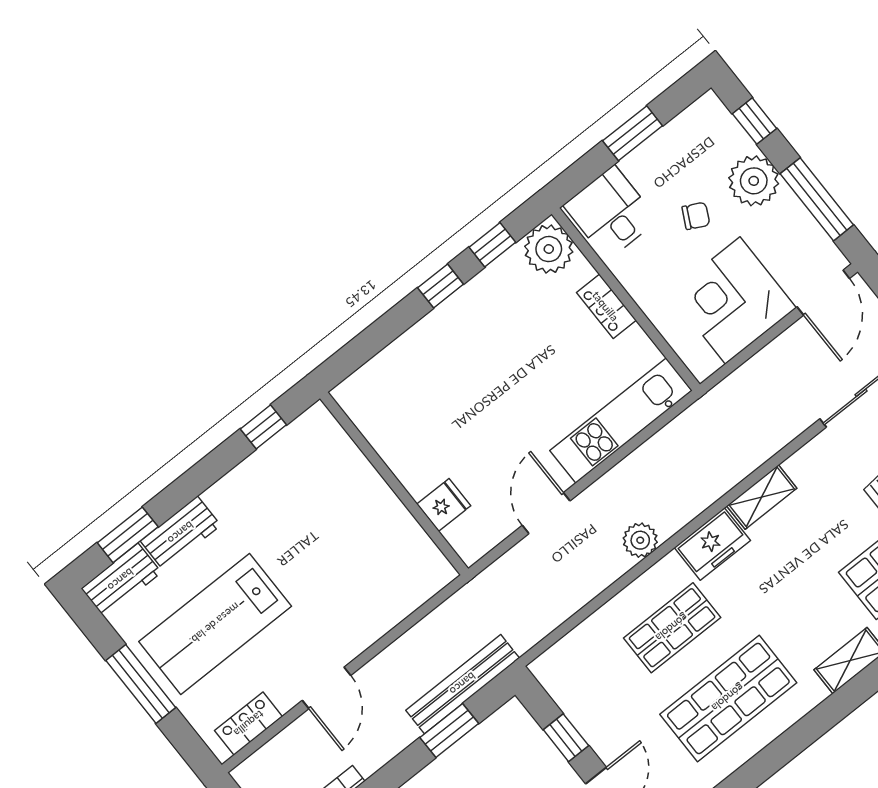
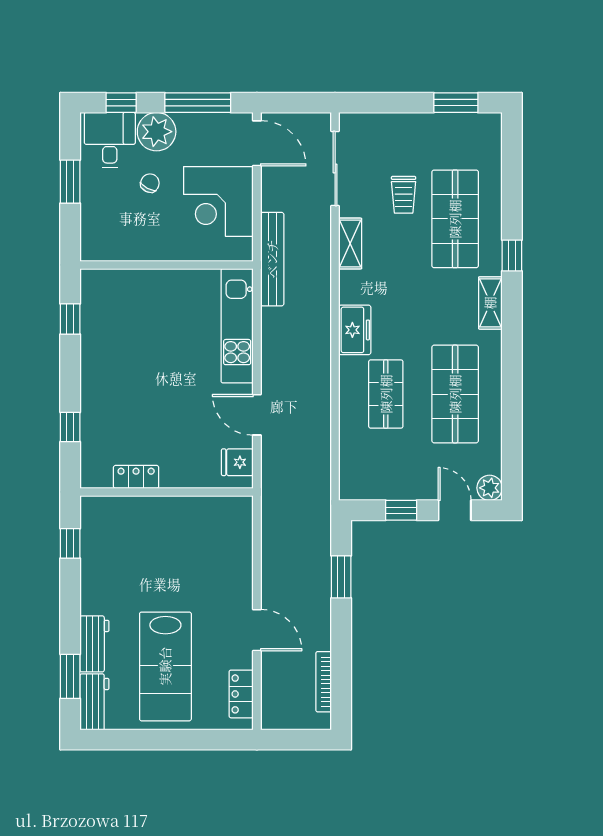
desk: (611, 213) -> (110, 140), moved, turned 90
plant: (549, 249) -> (100, 287), removed
window: (441, 286) -> (70, 427), moved
locker: (606, 306) -> (136, 477), moved, turned 180
shelving: (762, 497) -> (350, 244), moved
fridge: (444, 505) -> (237, 462), moved, turned -90
plant: (640, 540) -> (318, 371), removed
window: (141, 684) -> (166, 740), removed
bench: (463, 684) -> (272, 259), moved

